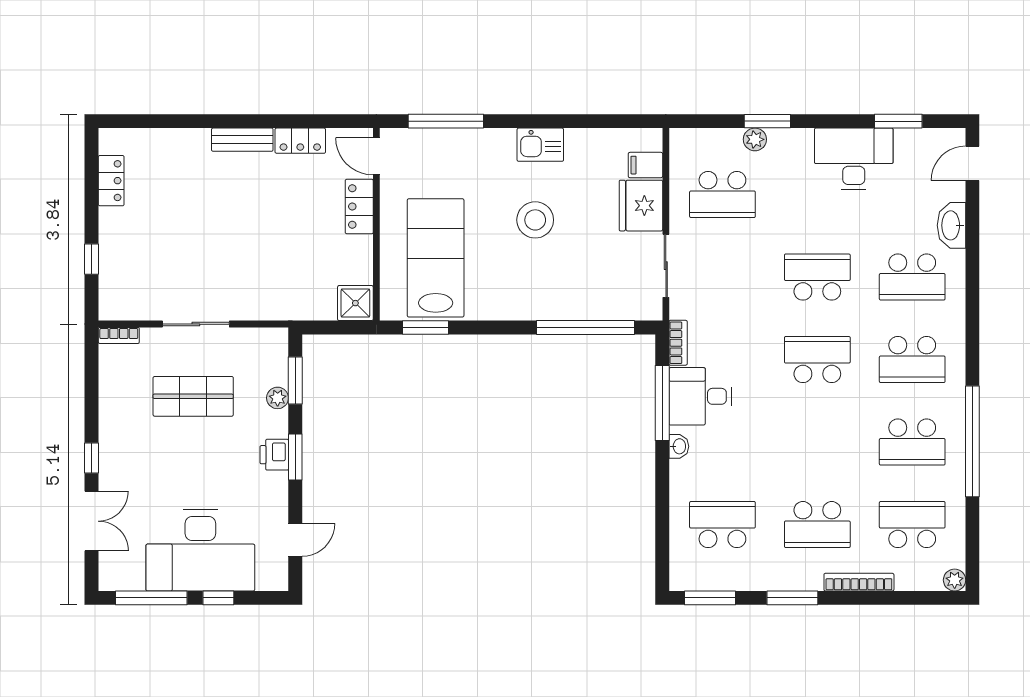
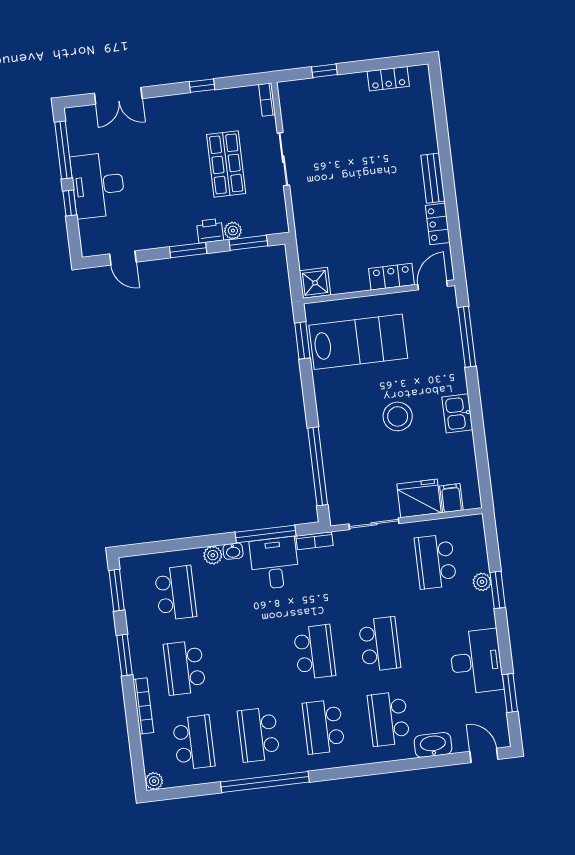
printer: (274, 455) -> (210, 231), moved
window: (92, 458) -> (202, 86), moved
plant: (681, 472) -> (213, 555), added
desk: (200, 550) -> (98, 185), width x0.73, depth x0.77

